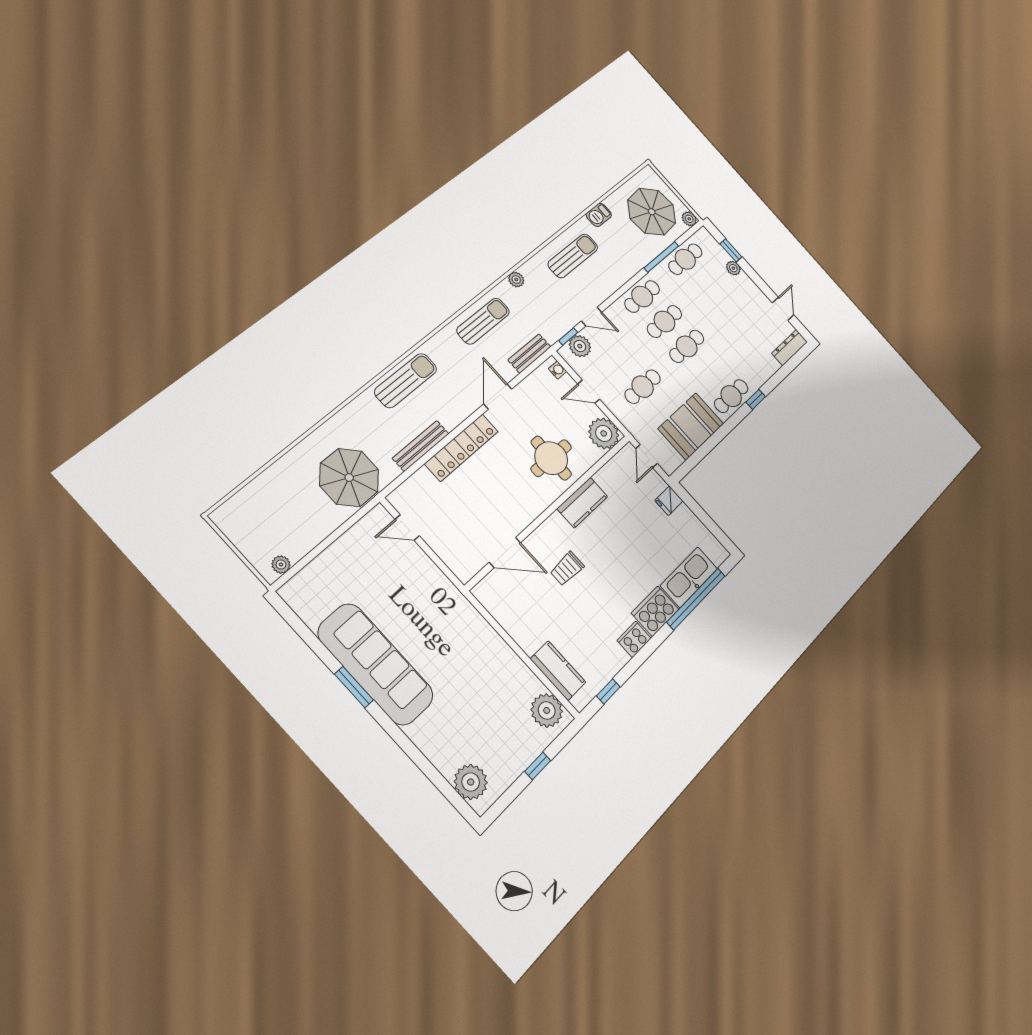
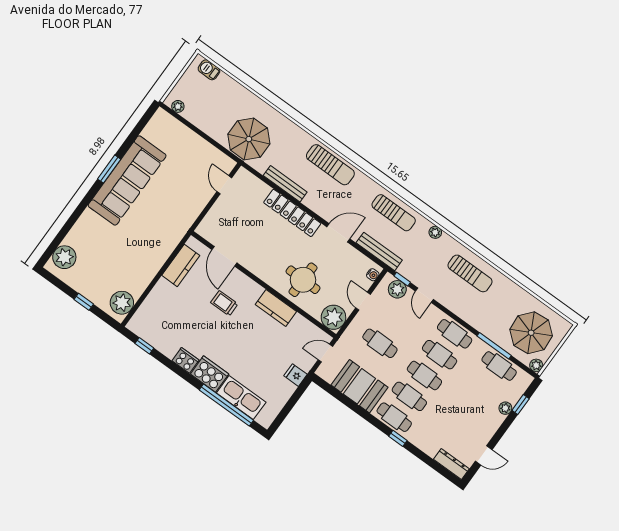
barbecue: (599, 215) -> (209, 70), moved
bench: (529, 353) -> (379, 251), width x1.36
cafe table: (709, 371) -> (409, 396), added
kitchen counter: (558, 671) -> (181, 265), moved

